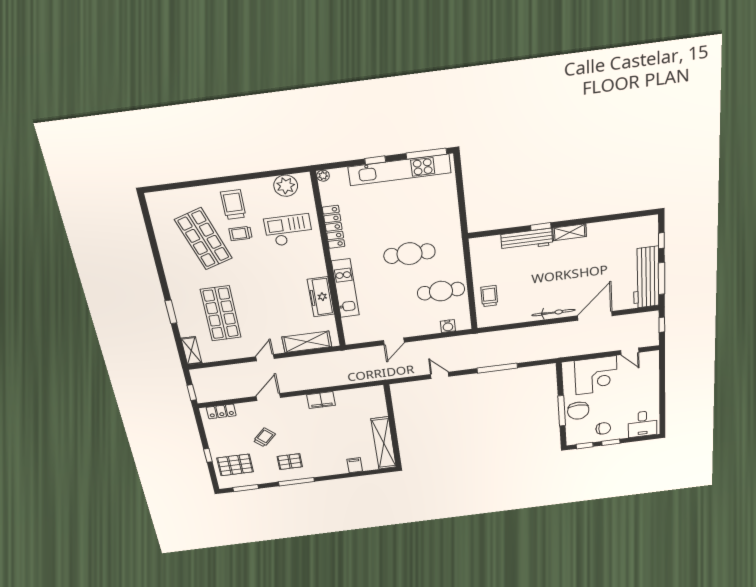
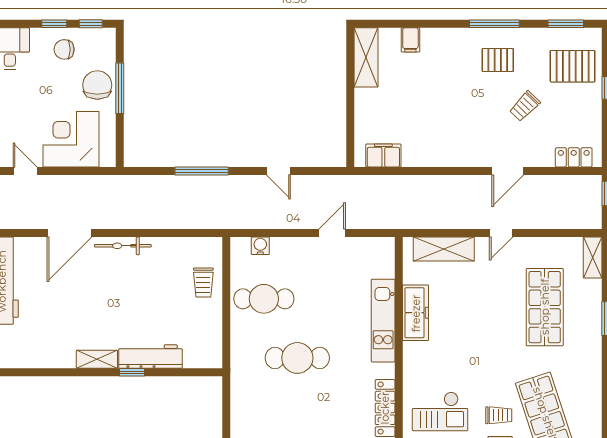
filing cabinet: (321, 400) -> (383, 155), moved
shelving: (384, 443) -> (366, 57), width x0.68

